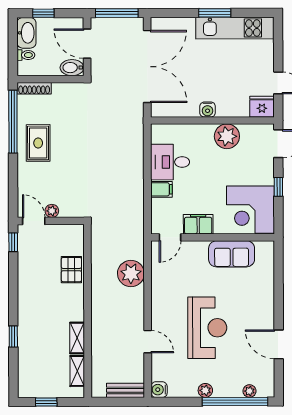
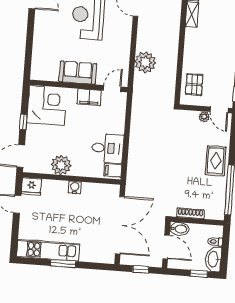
window: (117, 13) -> (141, 269), width x0.46
double door: (147, 67) -> (120, 225), swing flipped
shoe rack: (34, 88) -> (190, 213), moved
rug: (38, 143) -> (216, 161), moved
filing cabinet: (161, 189) -> (113, 170), moved
sofa: (232, 254) -> (78, 73), moved
pallet: (71, 270) -> (194, 85), moved

